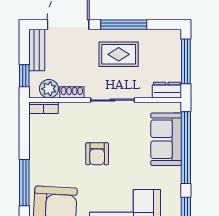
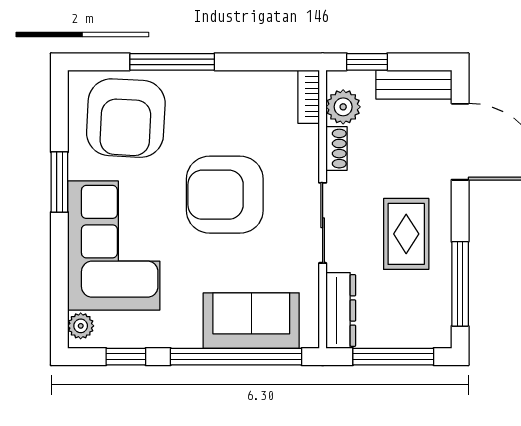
window: (124, 25) -> (460, 284), moved
dresser: (167, 90) -> (341, 310), width x1.44
armchair: (97, 154) -> (225, 195), width x1.88, depth x1.88

